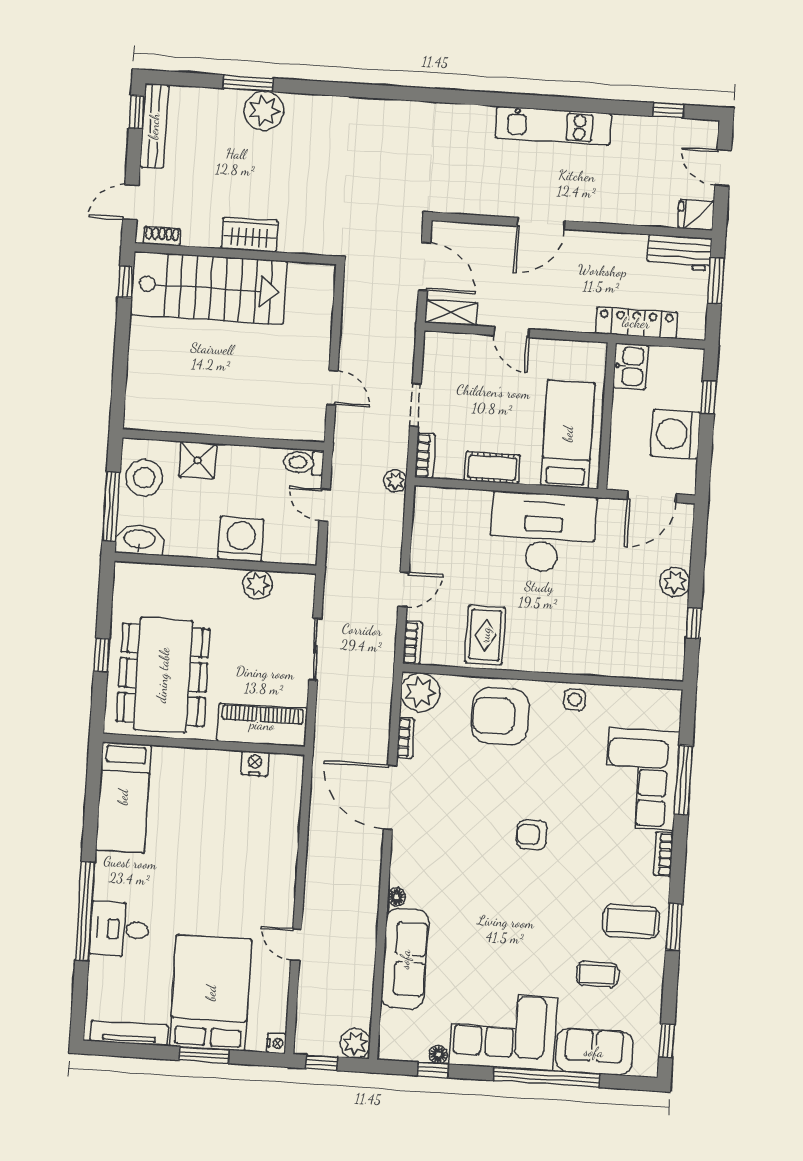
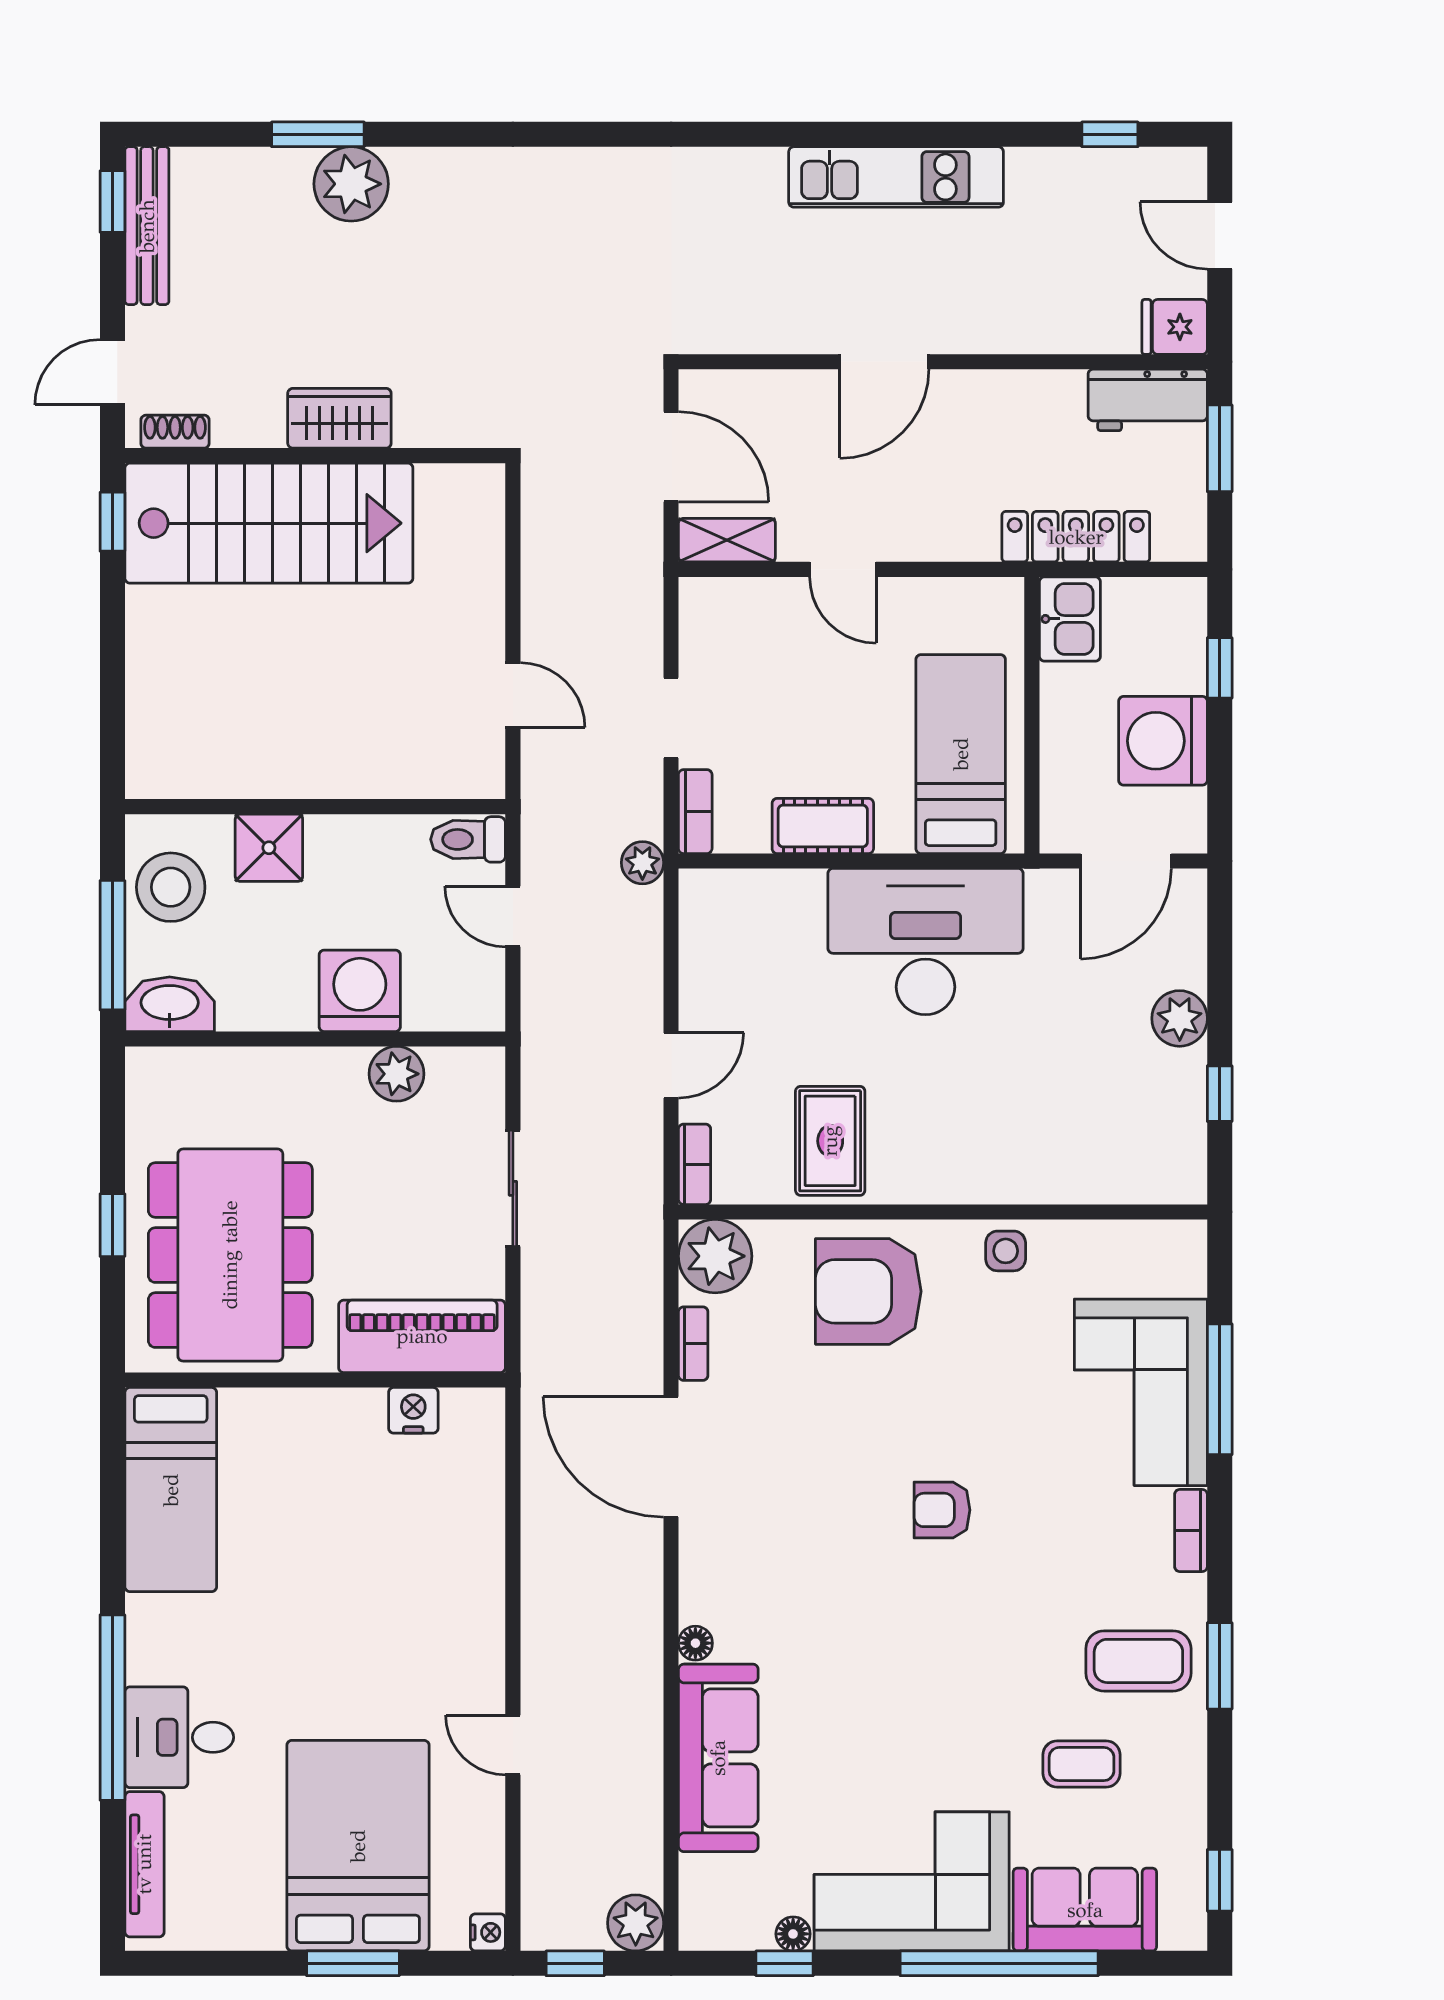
tv unit: (129, 1033) -> (144, 1864), moved, turned 90

